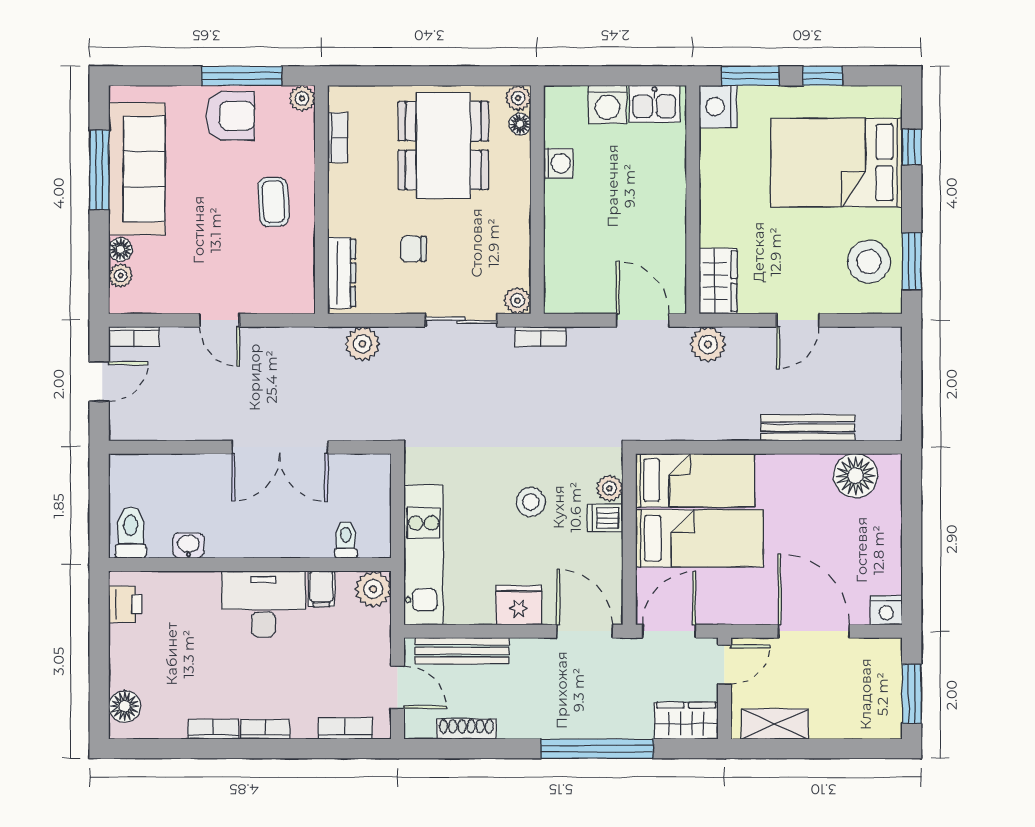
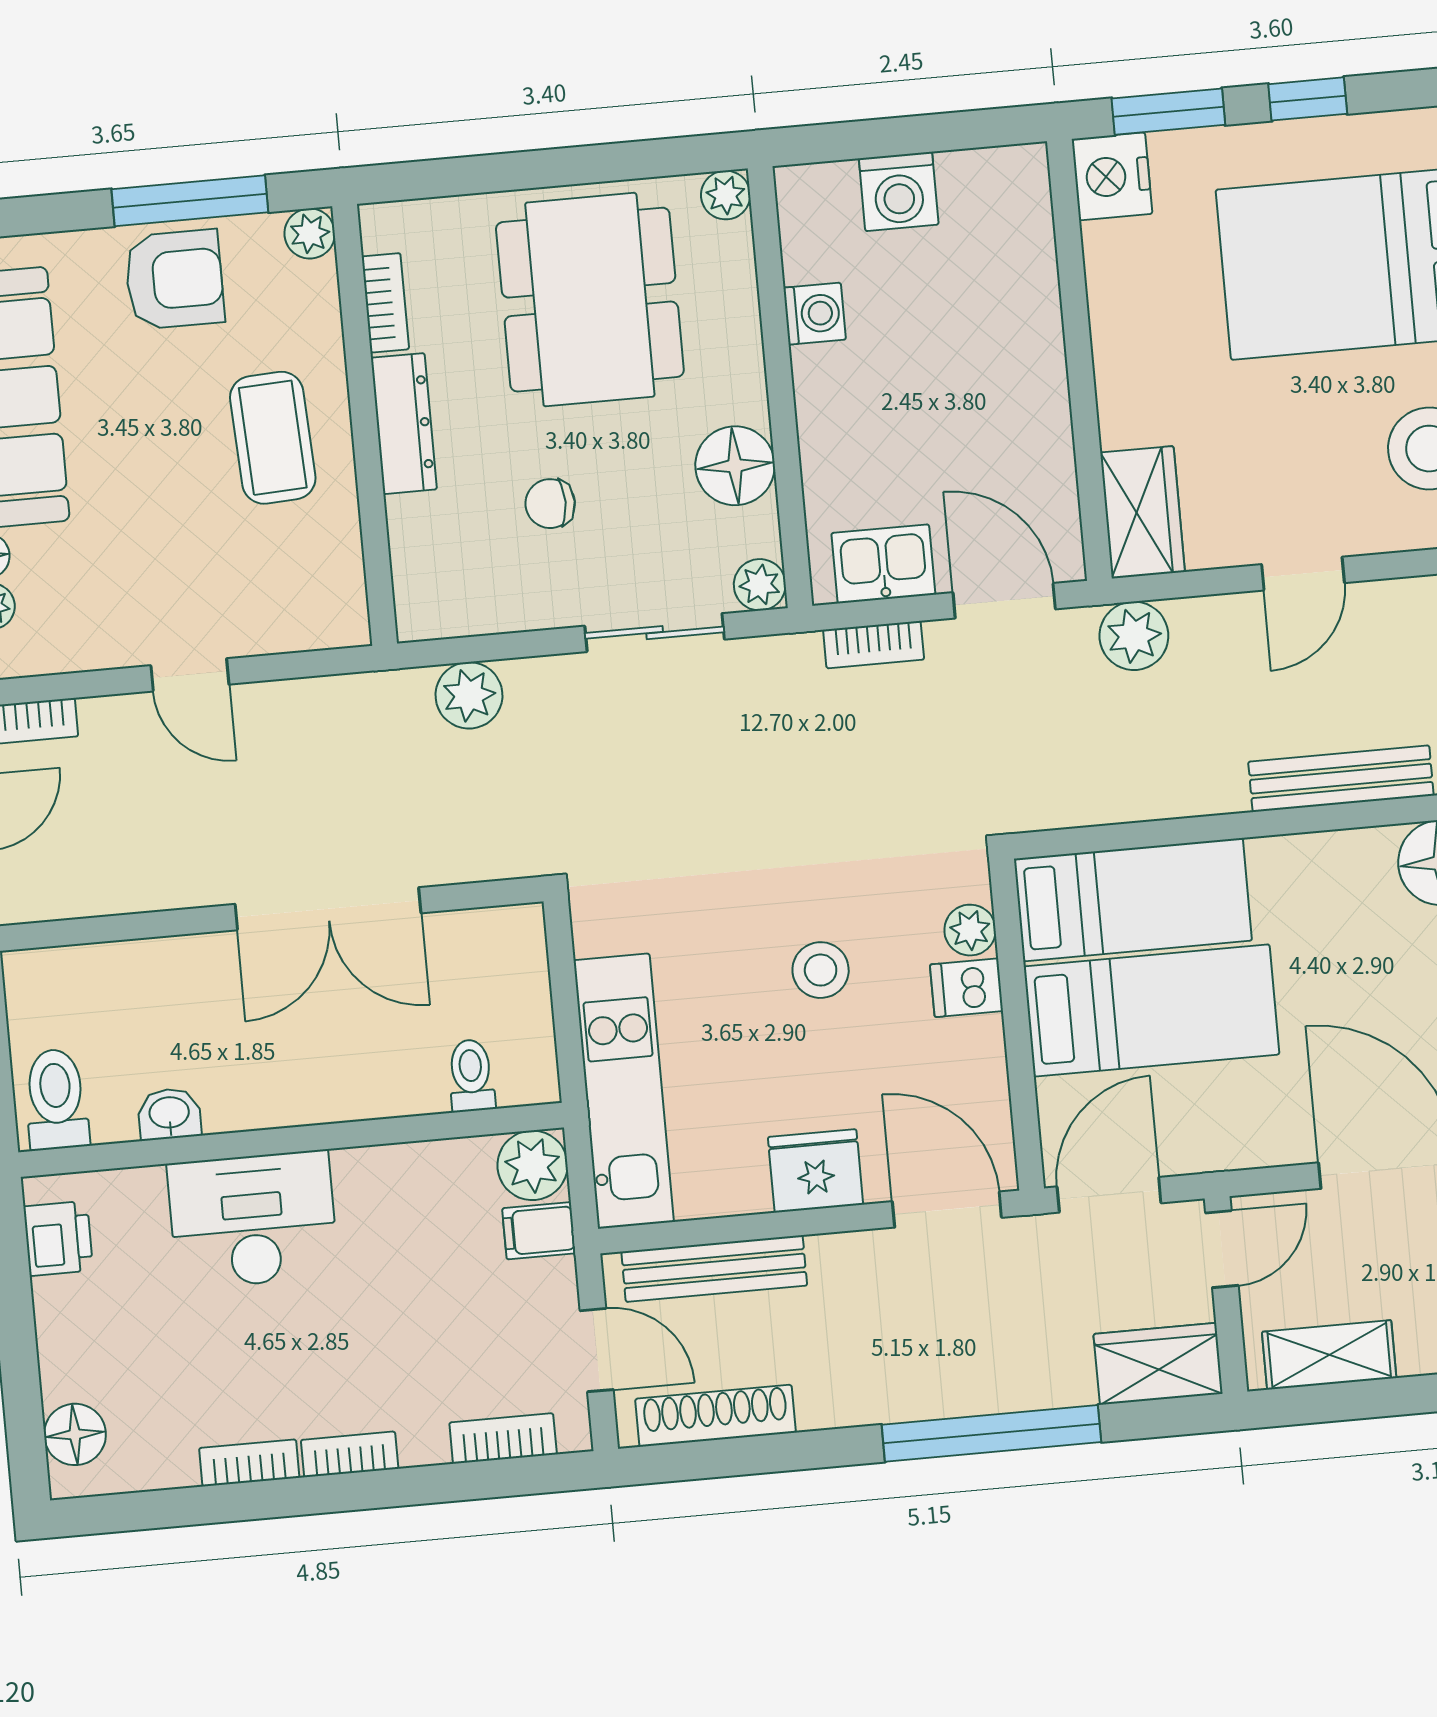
kitchen sink: (654, 104) -> (883, 564), moved, turned 180
floor lamp: (520, 124) -> (735, 466), moved, width x1.89, depth x1.89
coffee table: (273, 202) -> (273, 438), width x1.36, depth x1.30
dresser: (342, 273) -> (404, 424), moved
bookcase: (540, 337) -> (874, 645), moved
filing cabinet: (321, 589) -> (539, 1231), moved, turned 90
desk: (263, 604) -> (253, 1220), moved
shoe rack: (466, 729) -> (715, 1416), width x1.36, depth x1.24

